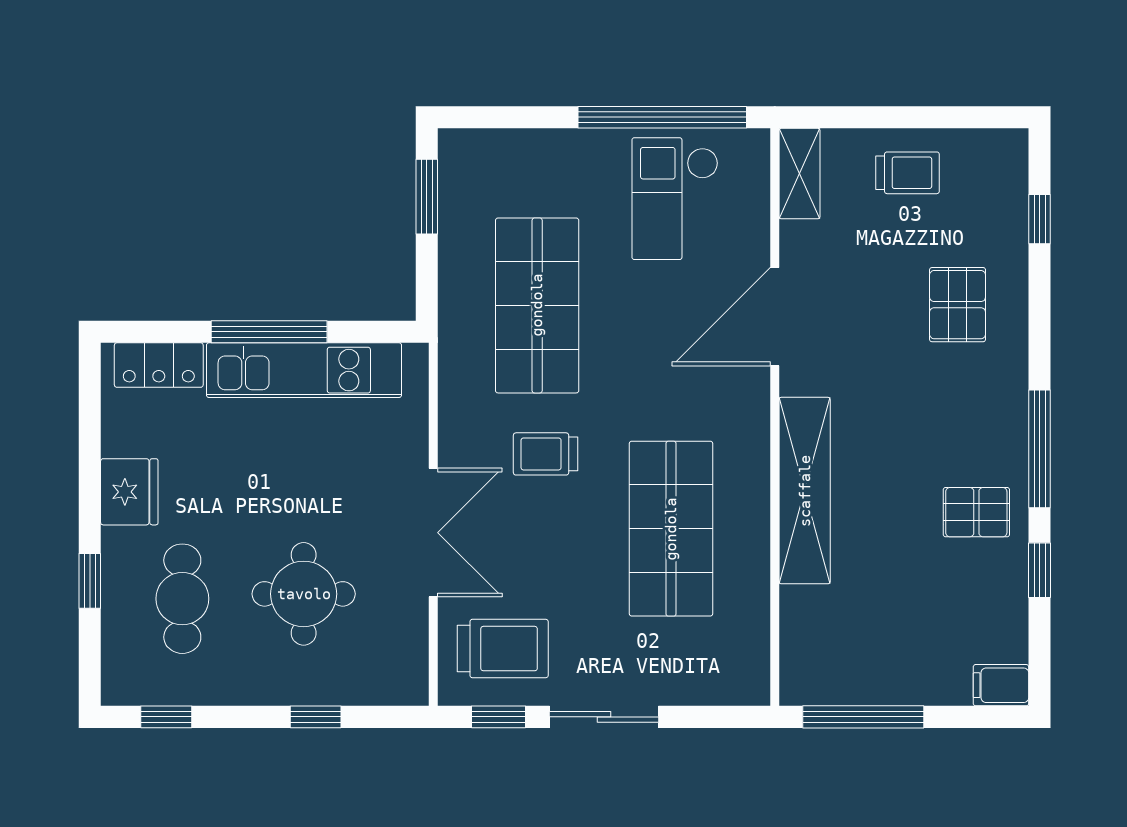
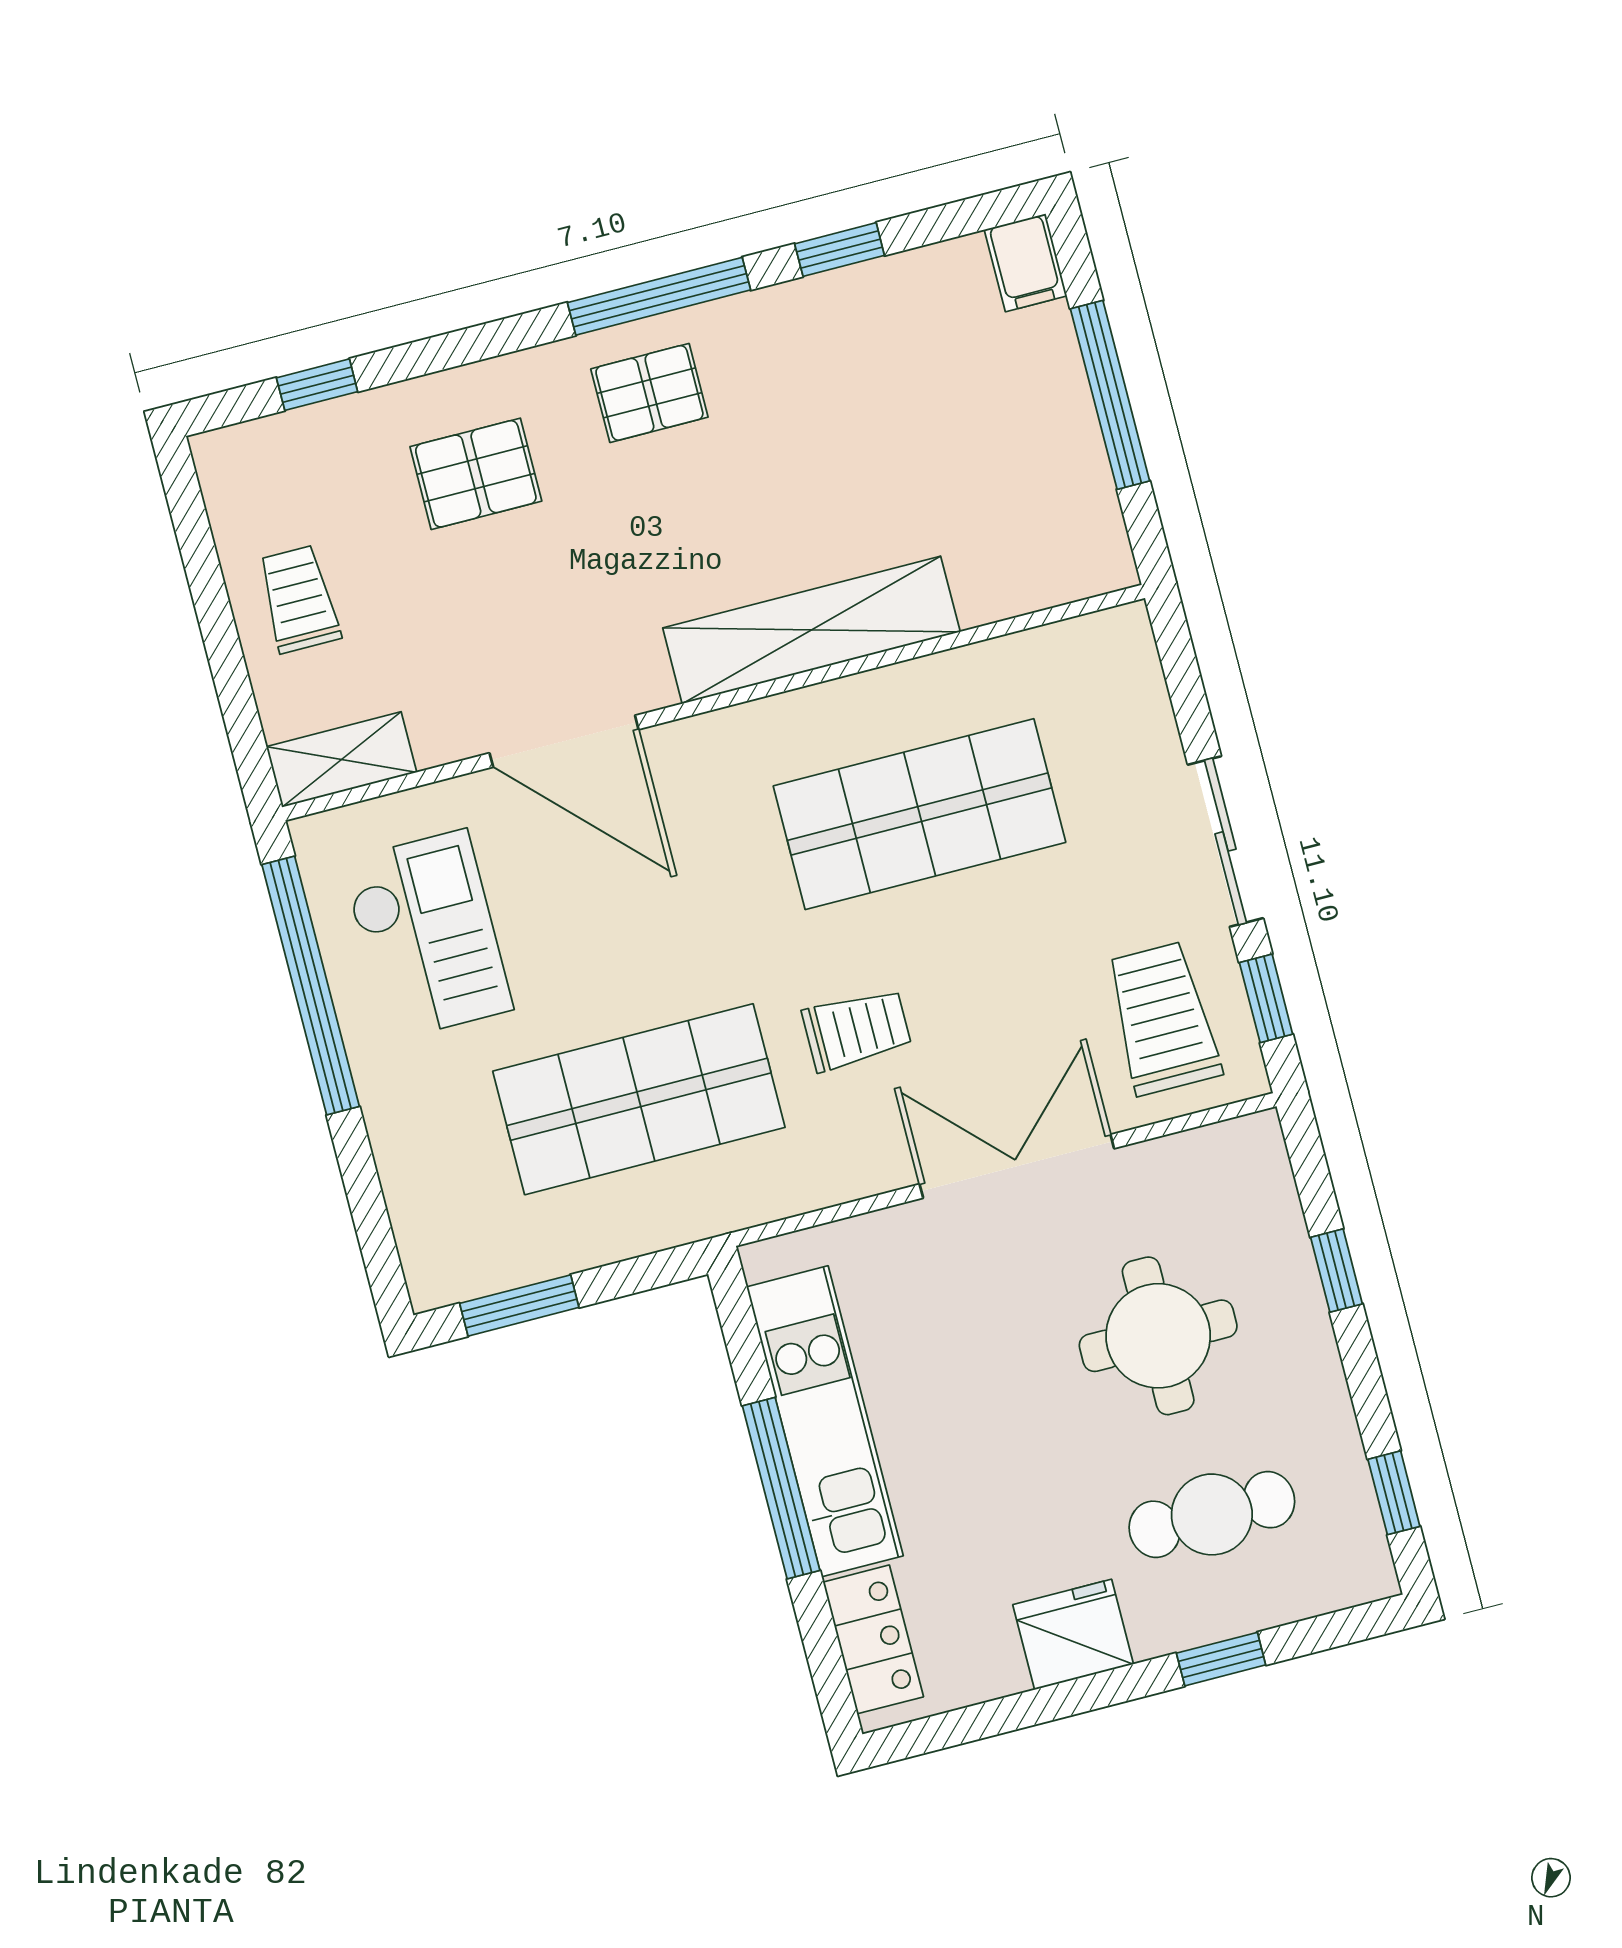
checkout: (675, 199) -> (427, 935), turned -90
trolley: (546, 454) -> (857, 1030), turned -90
pallet: (976, 512) -> (649, 393), moved, turned 90
window: (863, 717) -> (1110, 395), moved

